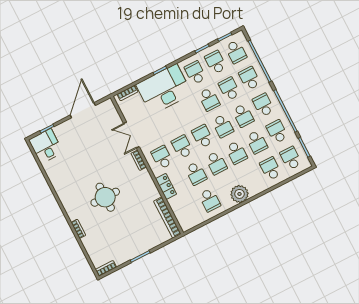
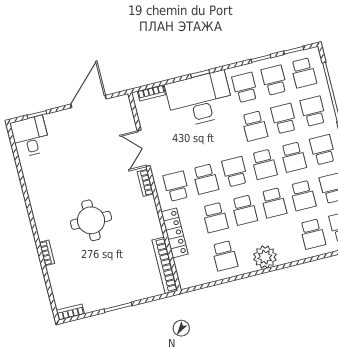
school desk: (182, 147) -> (206, 179), turned 180
school desk: (270, 169) -> (313, 234), turned 180
locker: (166, 186) -> (175, 233), width x1.53

